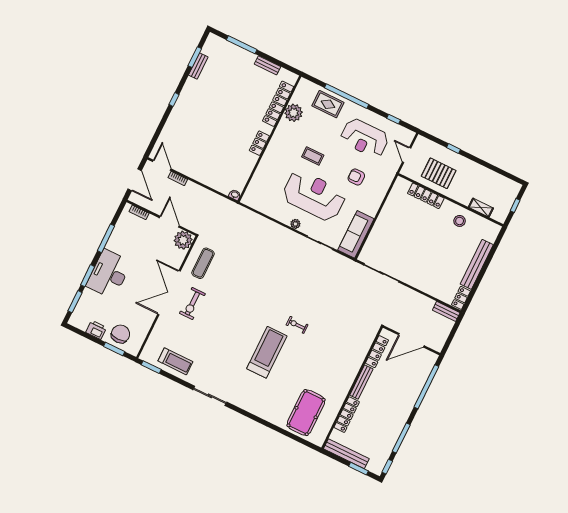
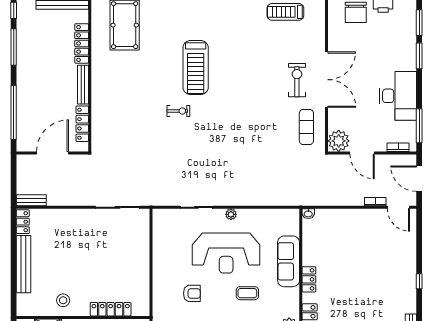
sofa: (356, 234) -> (289, 261), moved, turned 180
window: (106, 238) -> (419, 126), moved
desk: (109, 274) -> (398, 96), moved

